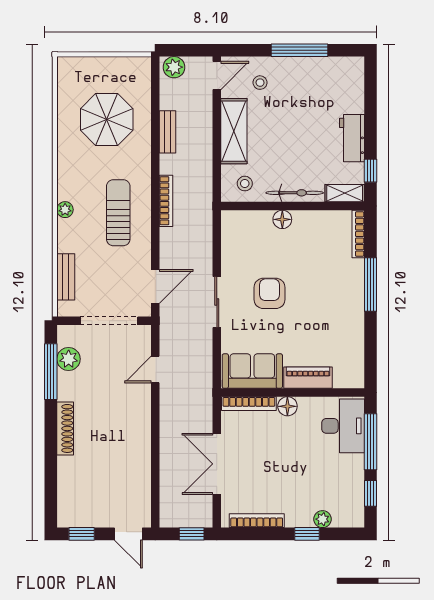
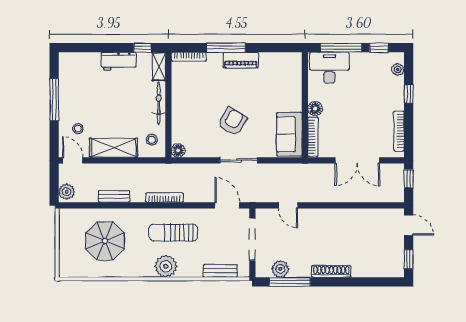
plant: (65, 210) -> (166, 266), width x1.88, depth x1.88
floor lamp: (282, 219) -> (178, 150), moved
armchair: (270, 293) -> (232, 122), turned 120
piano: (308, 378) -> (241, 60), moved, turned -90
plant: (322, 519) -> (398, 69), moved
door: (128, 534) -> (409, 225), hinge flipped

